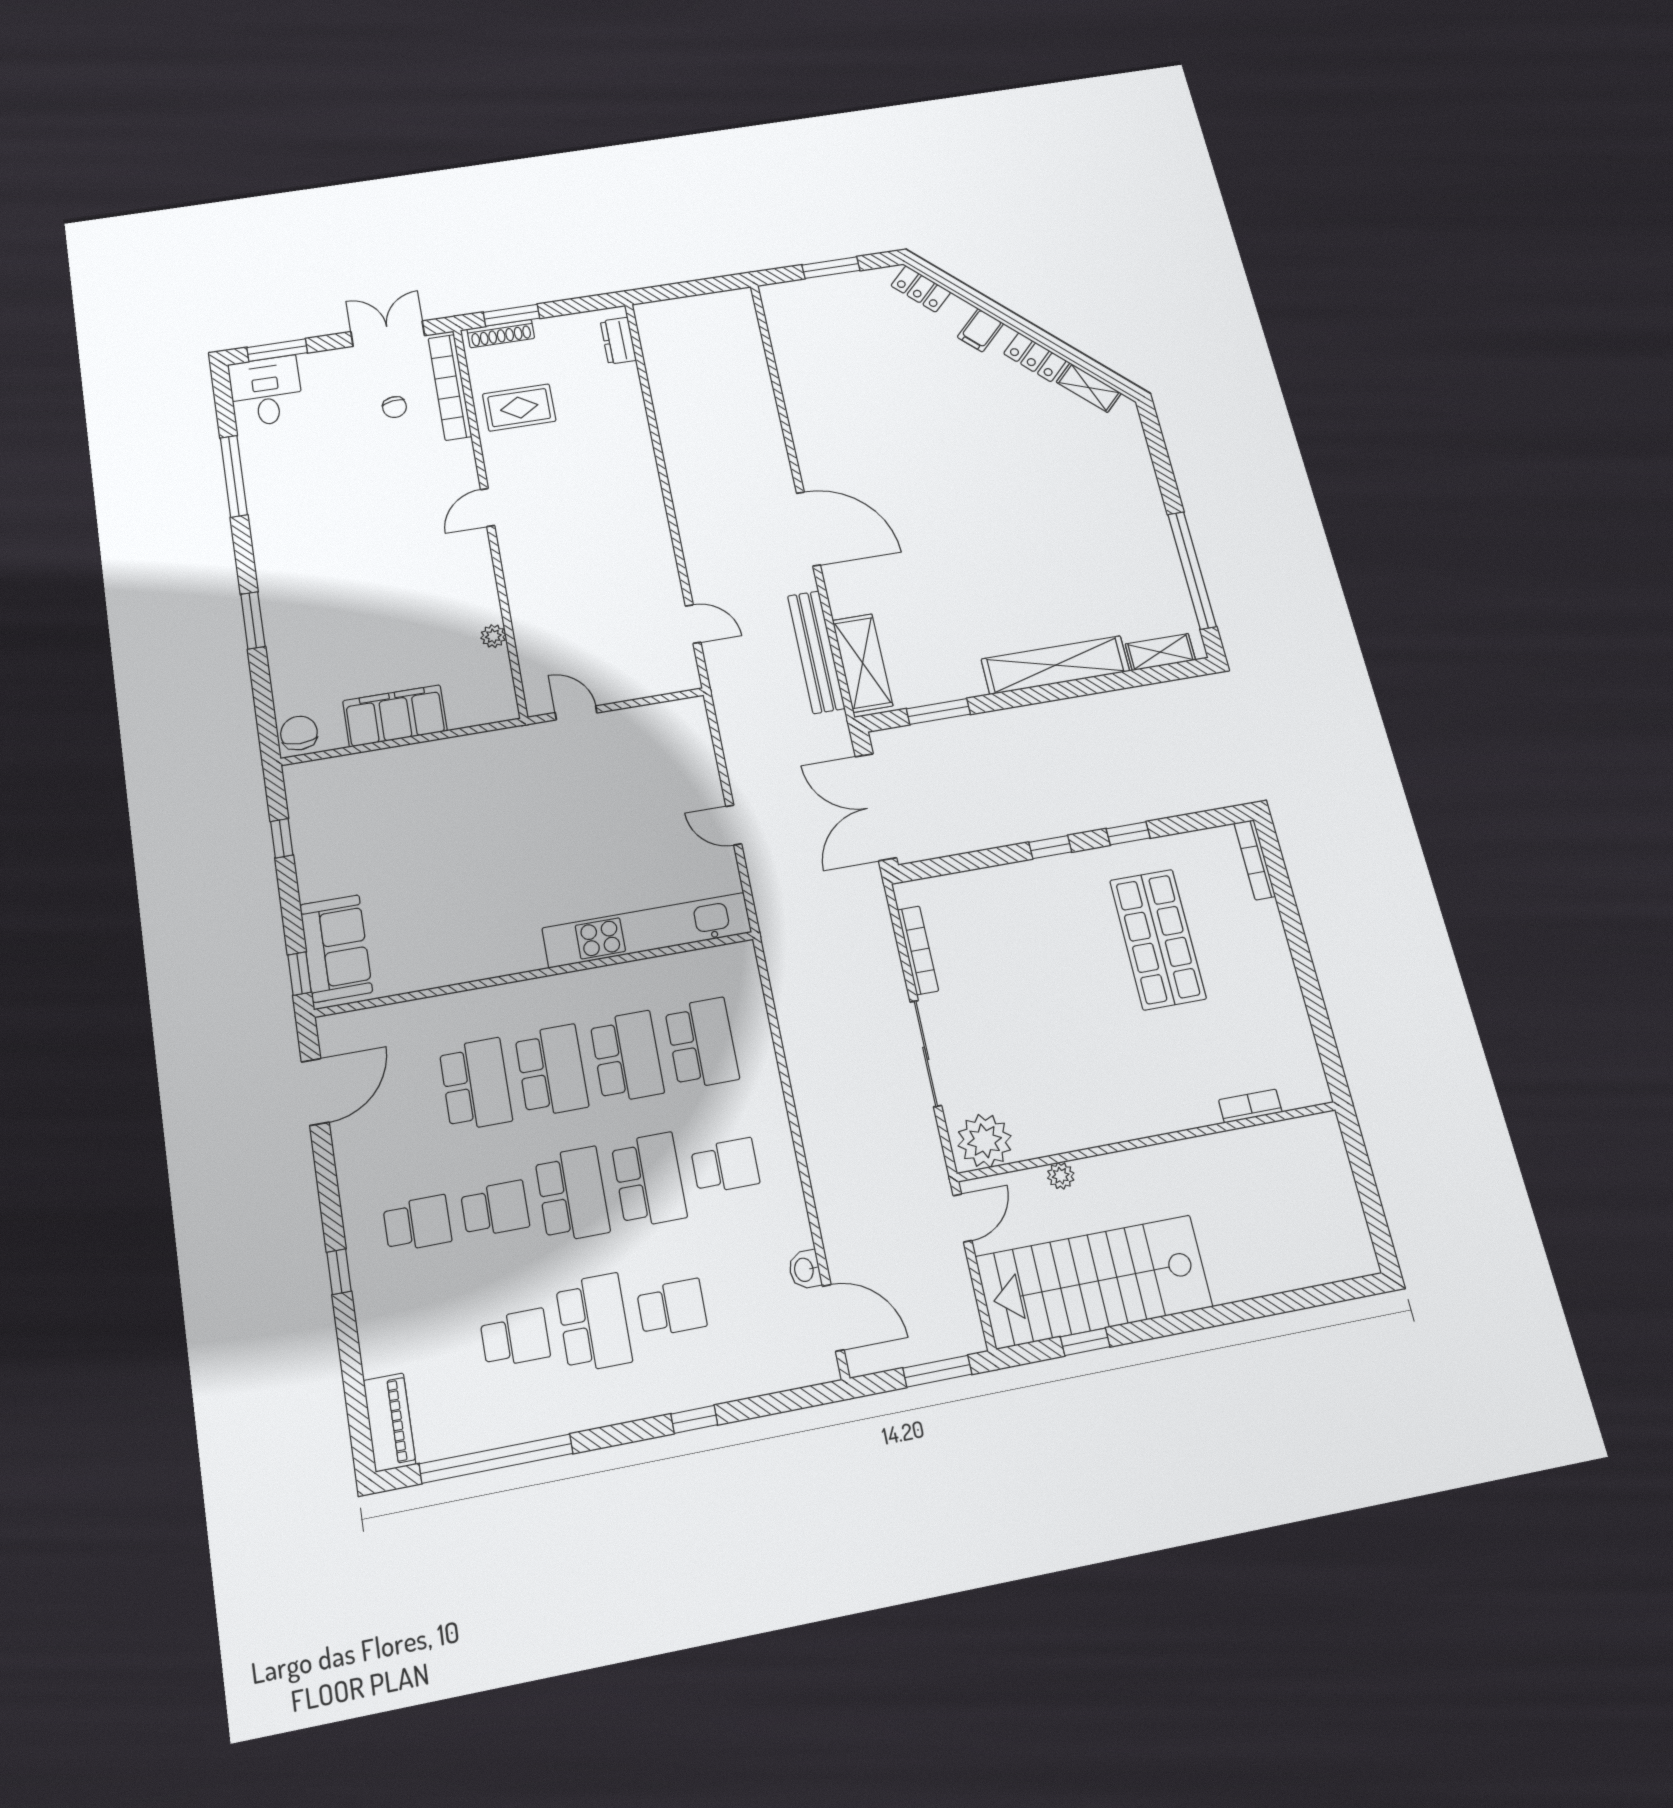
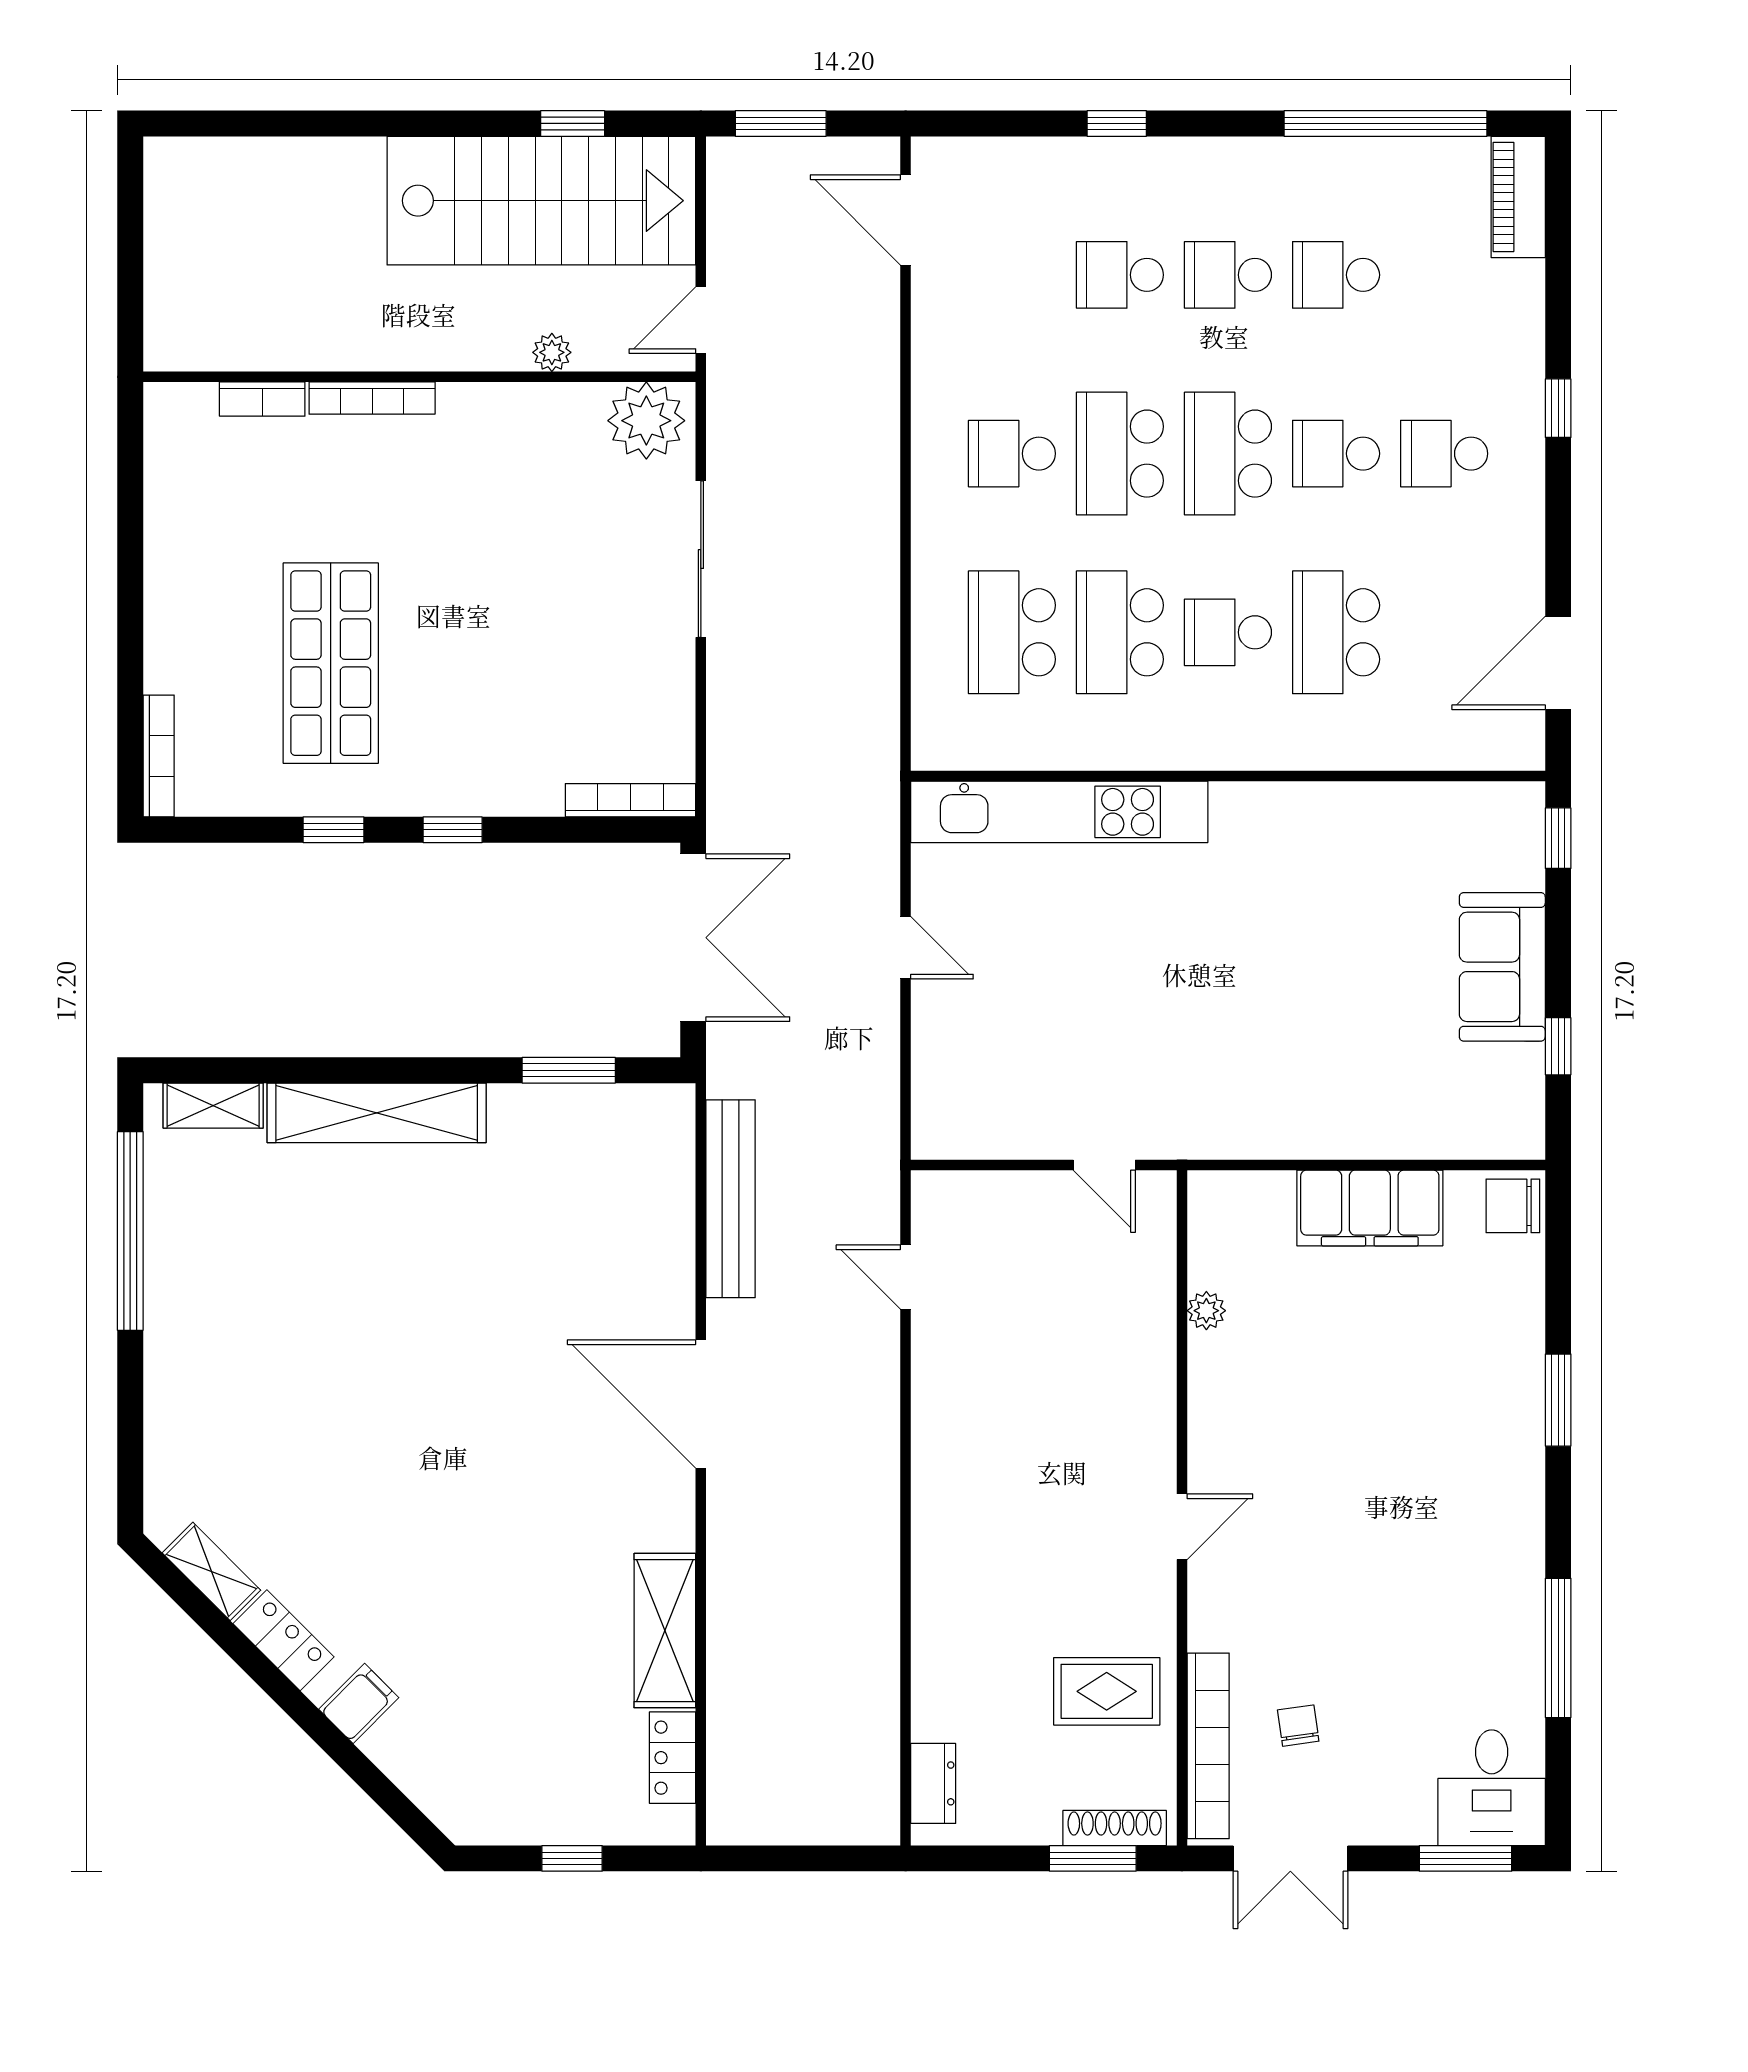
window: (831, 268) -> (572, 1858), width x0.67
locker: (921, 289) -> (673, 1758), moved, turned -135
shelving: (863, 663) -> (665, 1631), moved
chair: (299, 733) -> (1513, 1206), turned 90
sofa: (336, 948) -> (1502, 967), moved
bookcase: (918, 950) -> (631, 800), moved, turned 90
school desk: (551, 1071) -> (1228, 632), width x0.54
bookcase: (1176, 1121) -> (372, 398), added
washbasin: (805, 1270) -> (931, 292), removed
school desk: (594, 1323) -> (1228, 275), width x0.54

